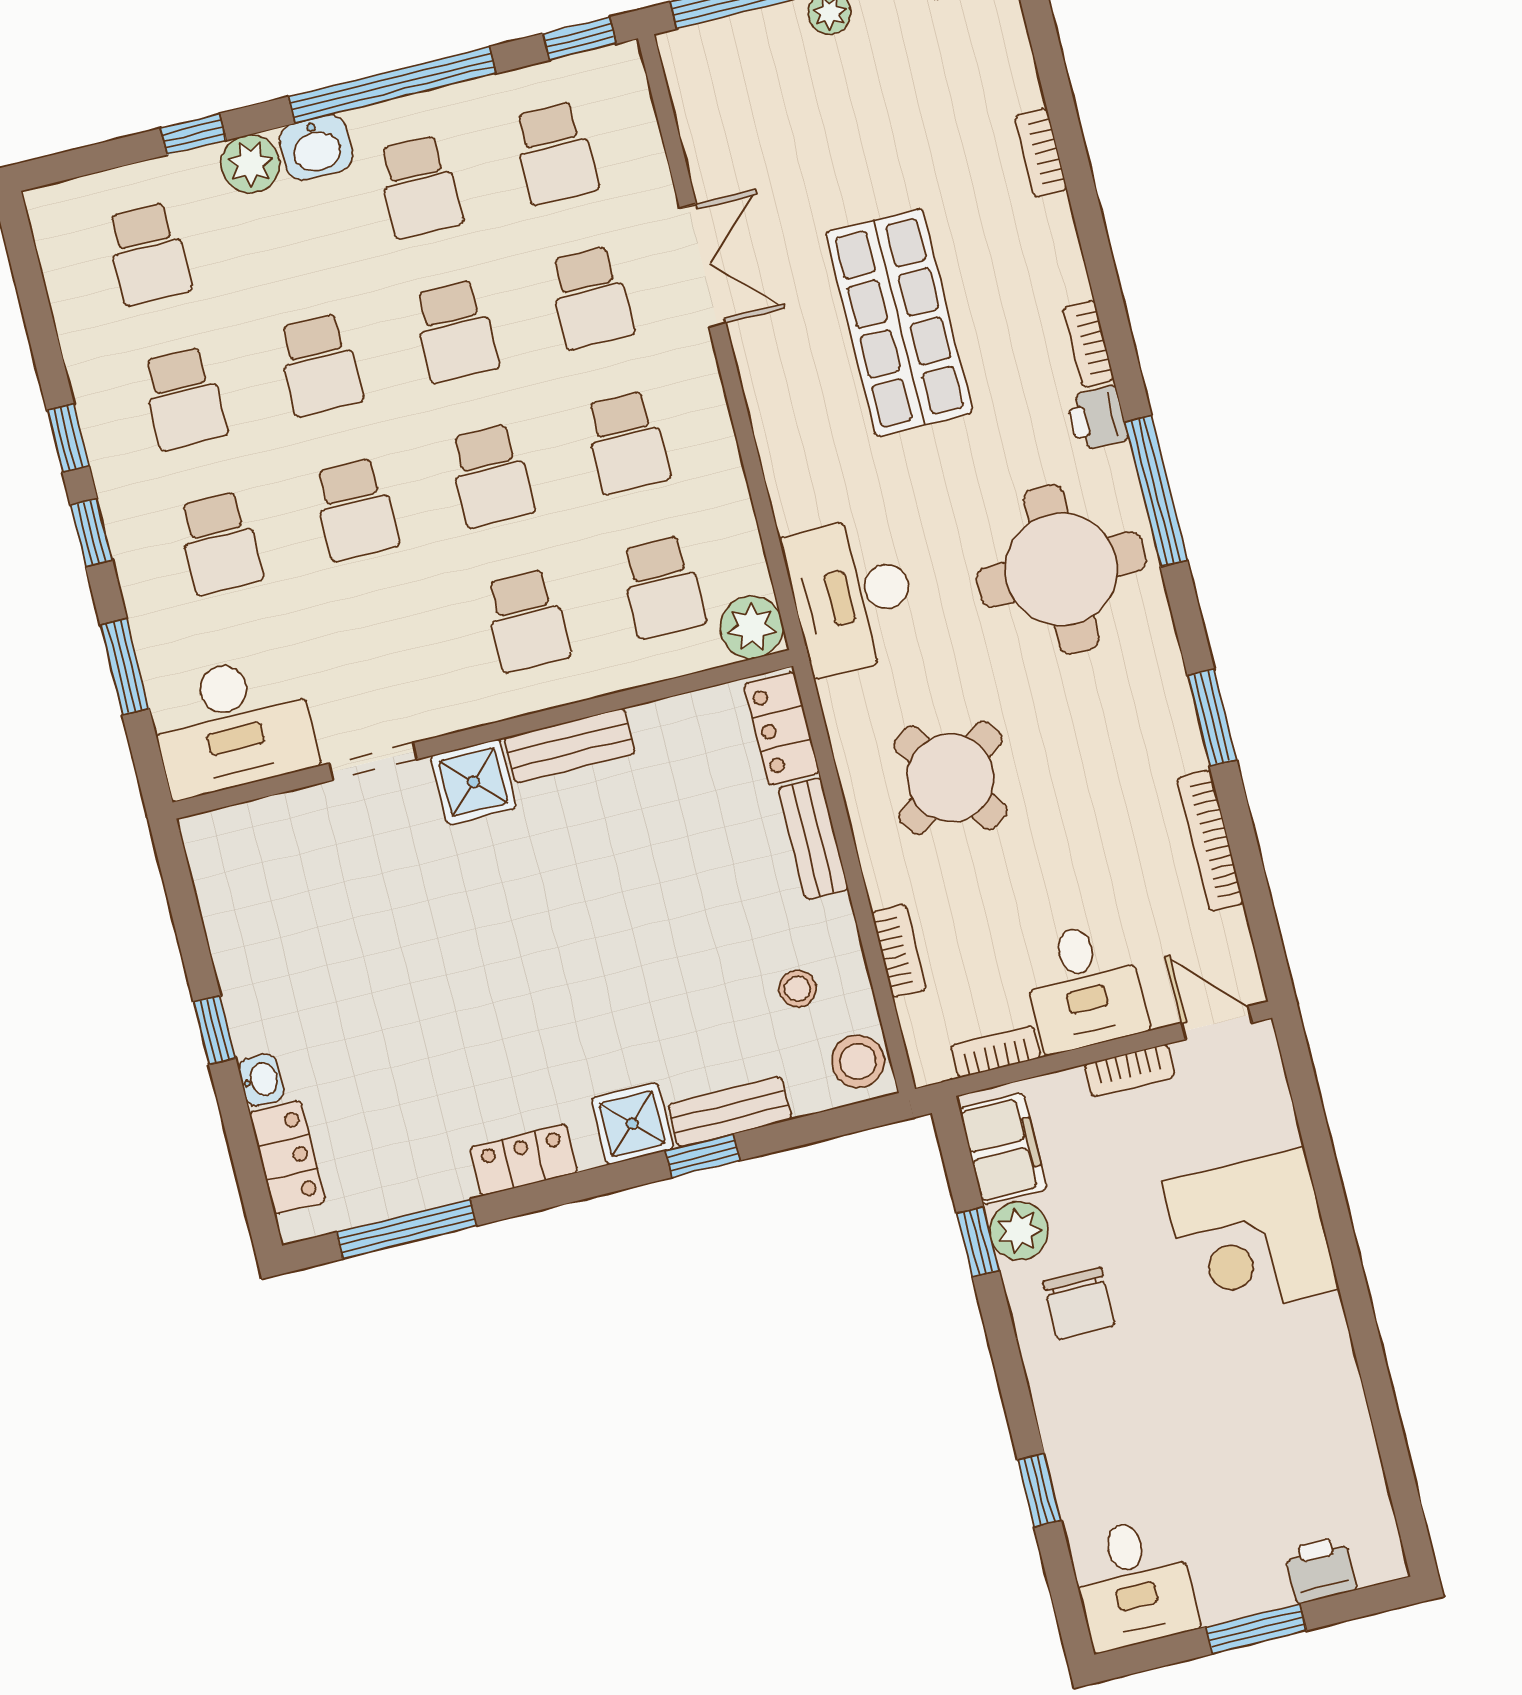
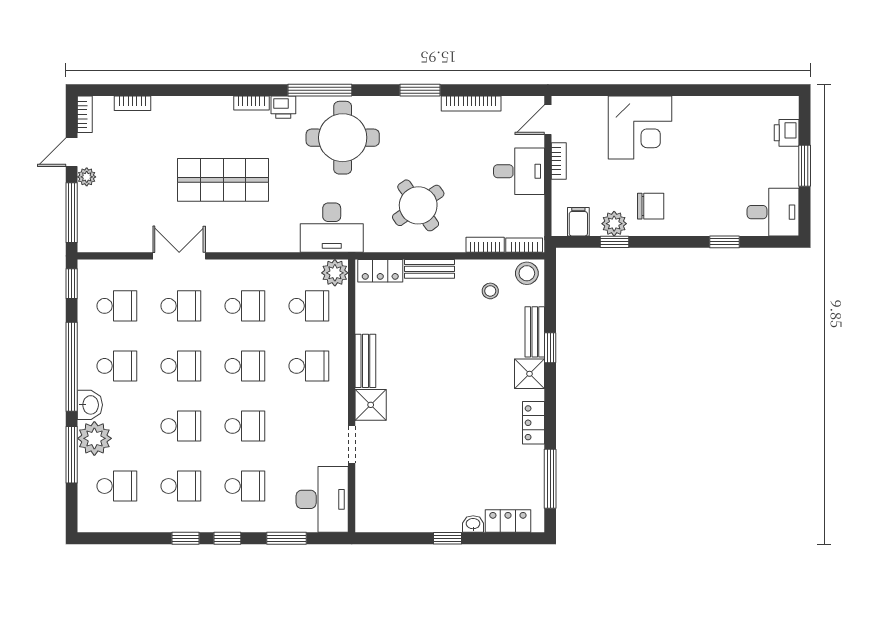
window: (193, 134) -> (72, 455), width x2.17
bookcase: (1041, 153) -> (132, 103), moved
plant: (251, 164) -> (94, 438), width x1.36, depth x1.36
bookcase: (996, 1052) -> (524, 245), moved, turned 90
filing cabinet: (1003, 1149) -> (578, 222), width x0.50

